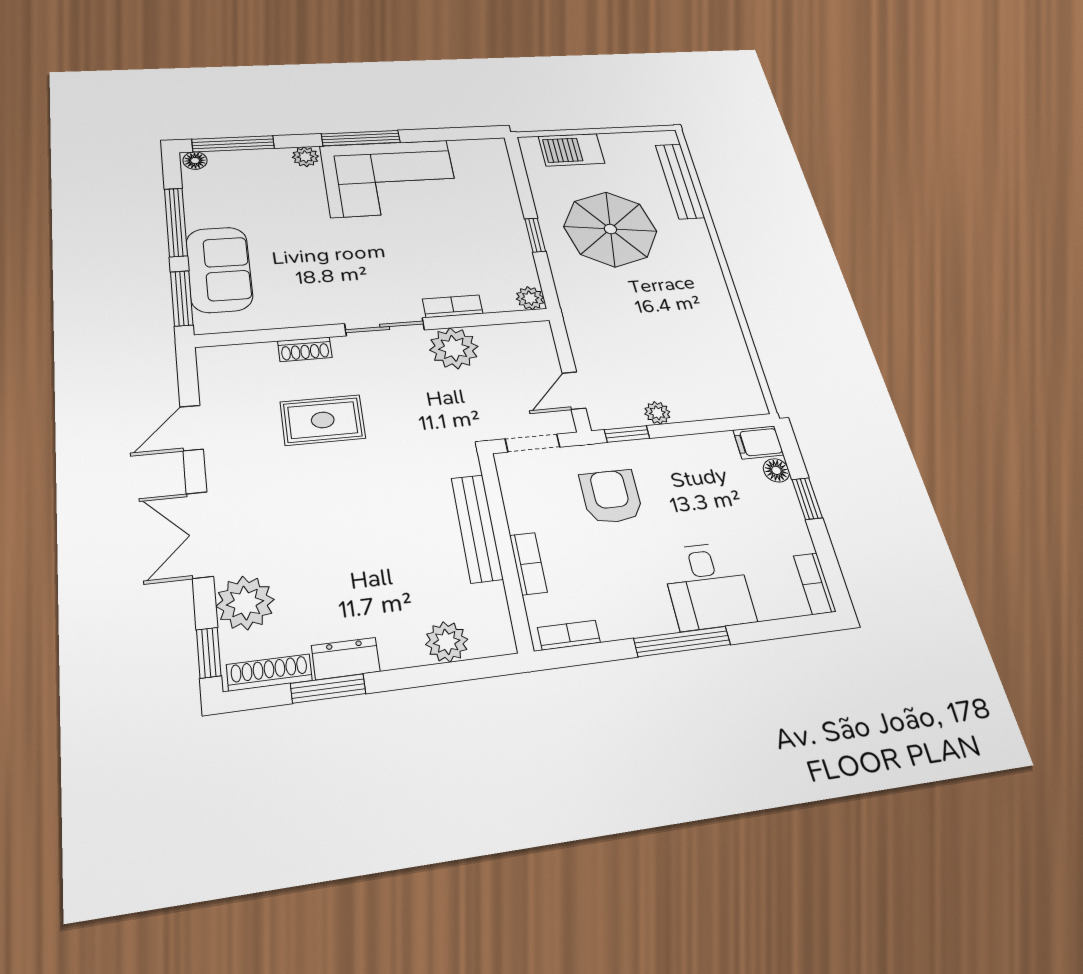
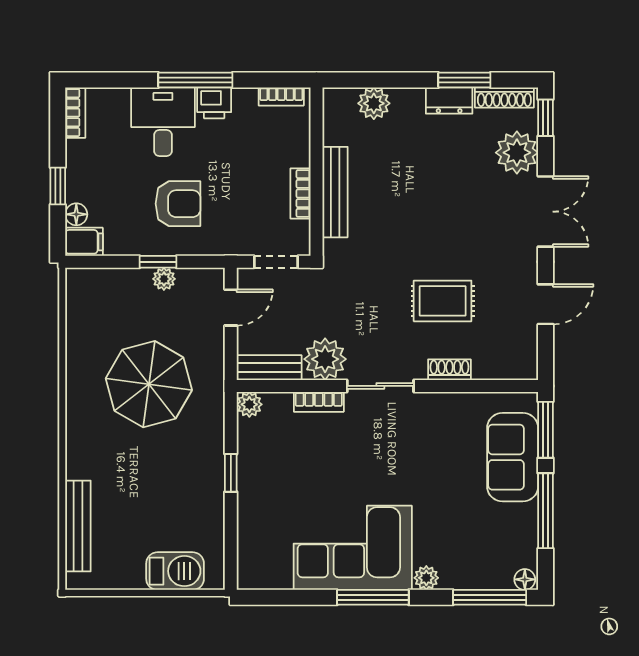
parasol: (610, 229) -> (149, 384), moved
bench: (516, 335) -> (269, 368), added
window: (627, 434) -> (158, 262), moved
armchair: (611, 496) -> (178, 204), moved, turned -90
bookcase: (528, 564) -> (301, 193), moved
printer: (651, 616) -> (214, 103), added

